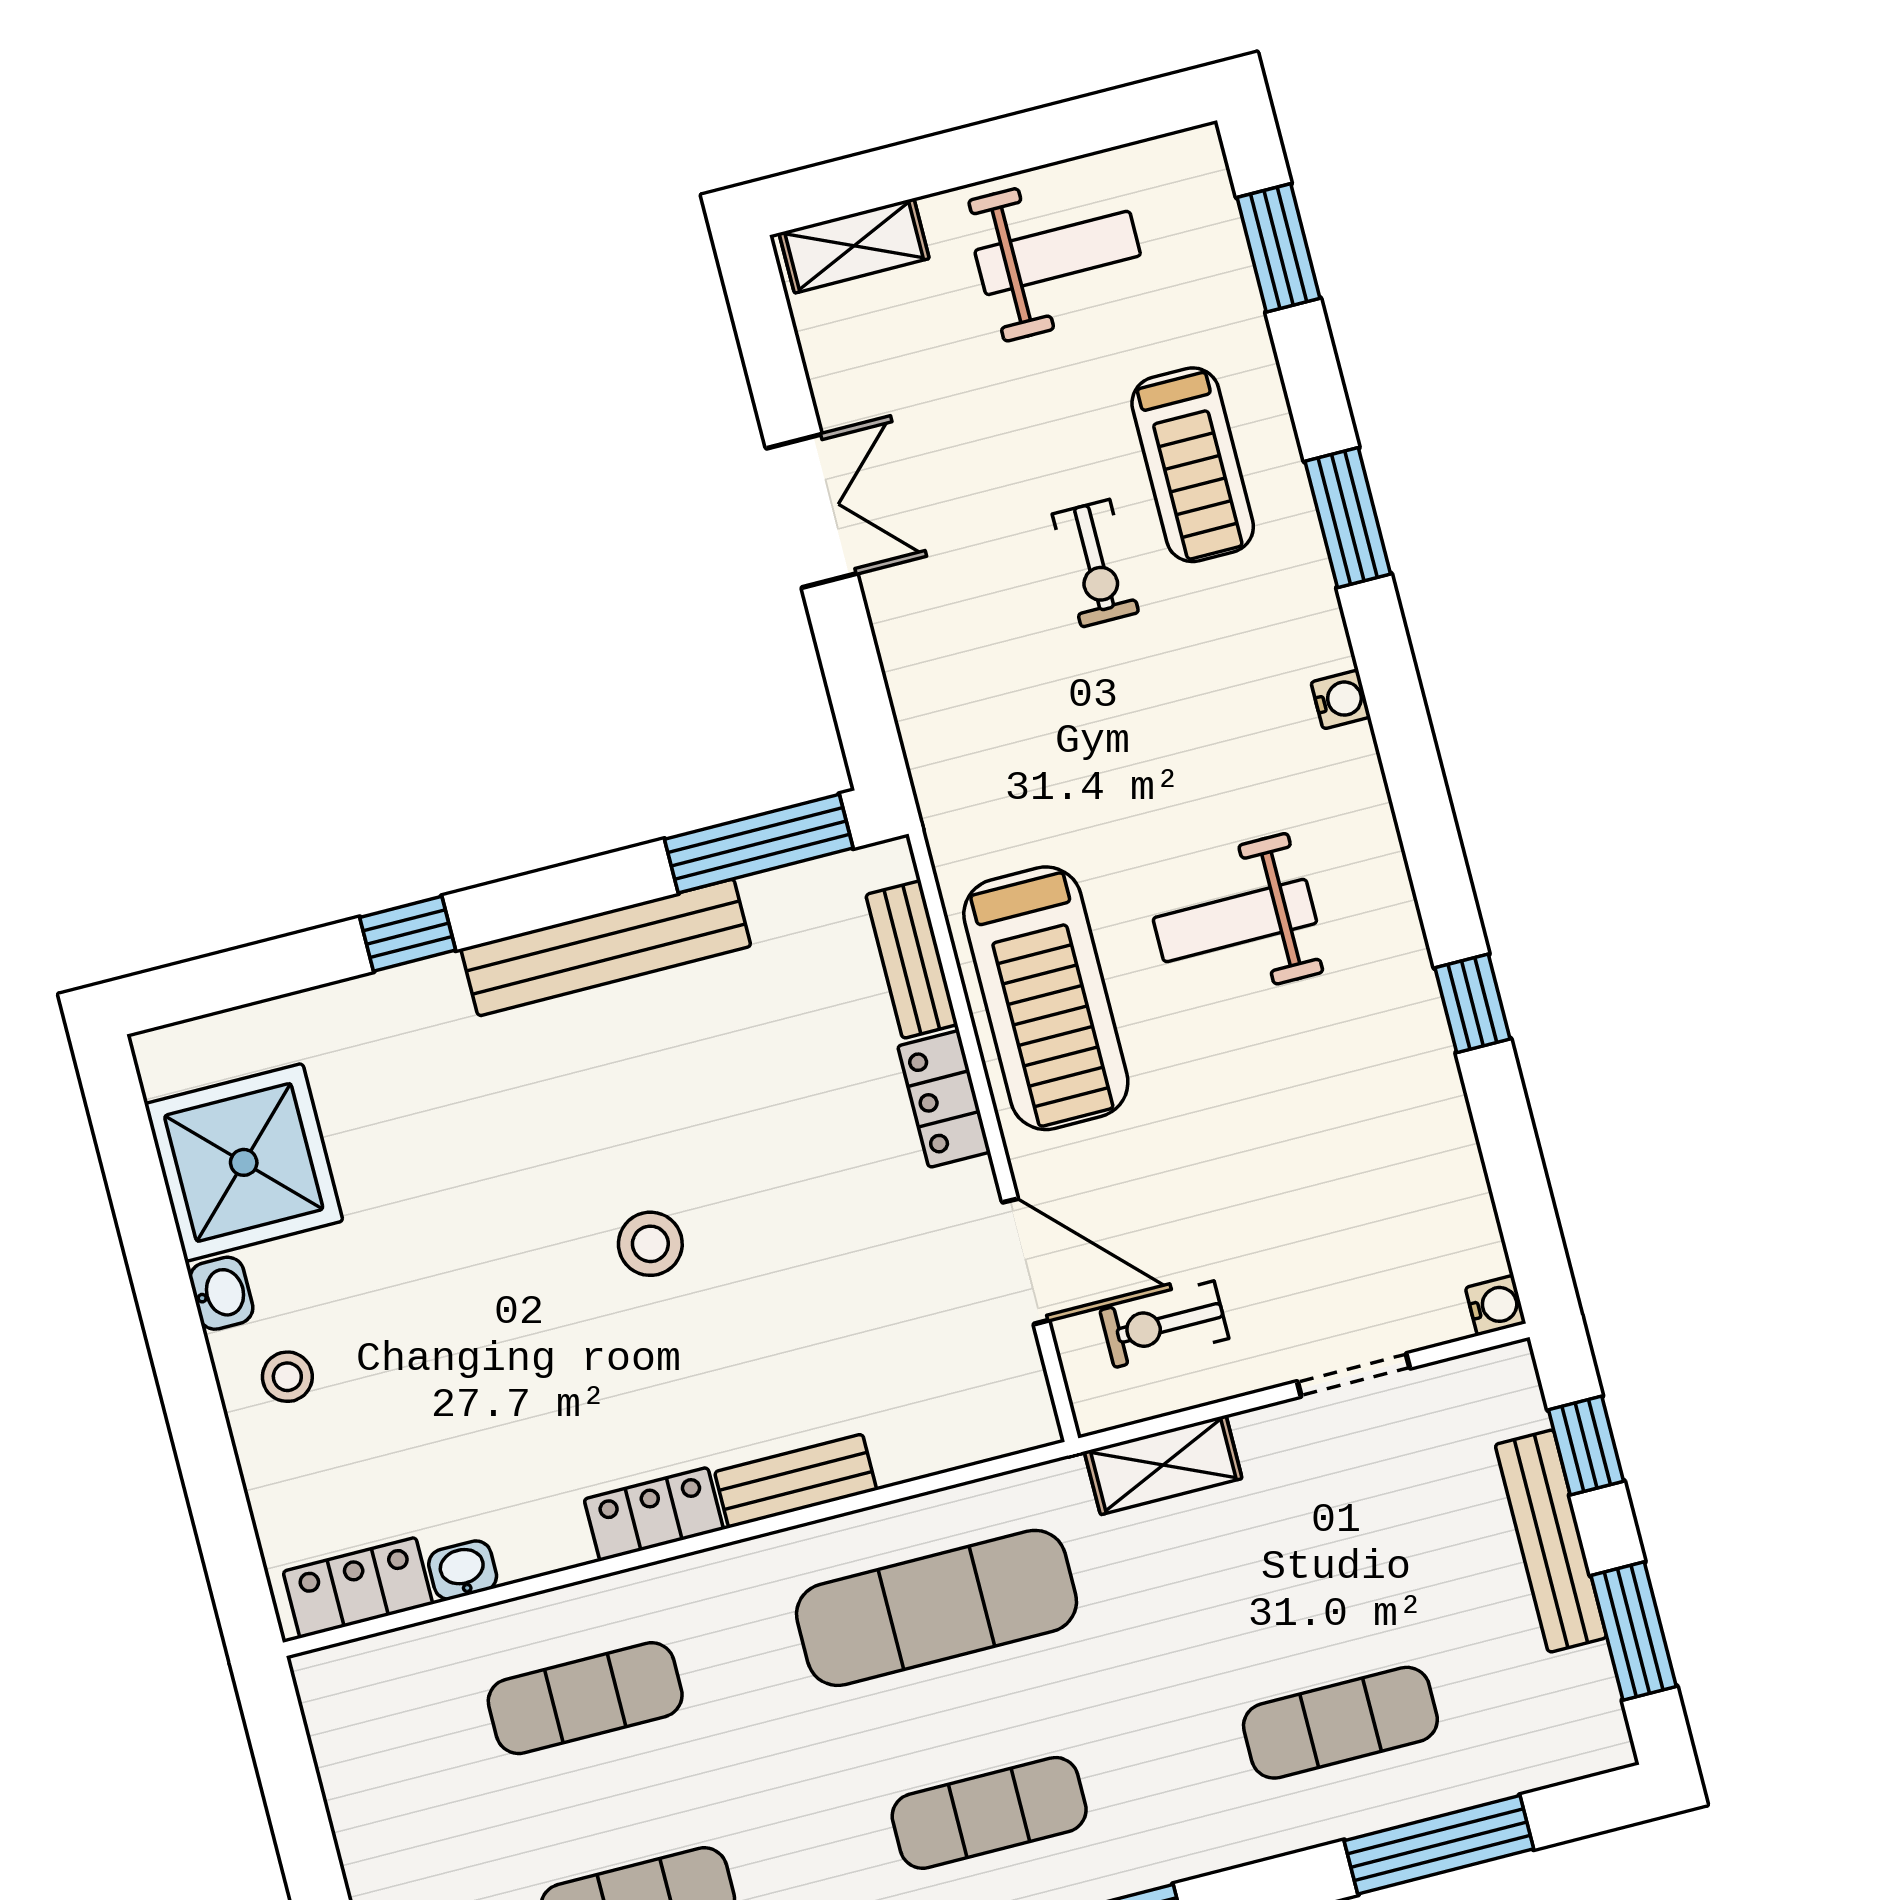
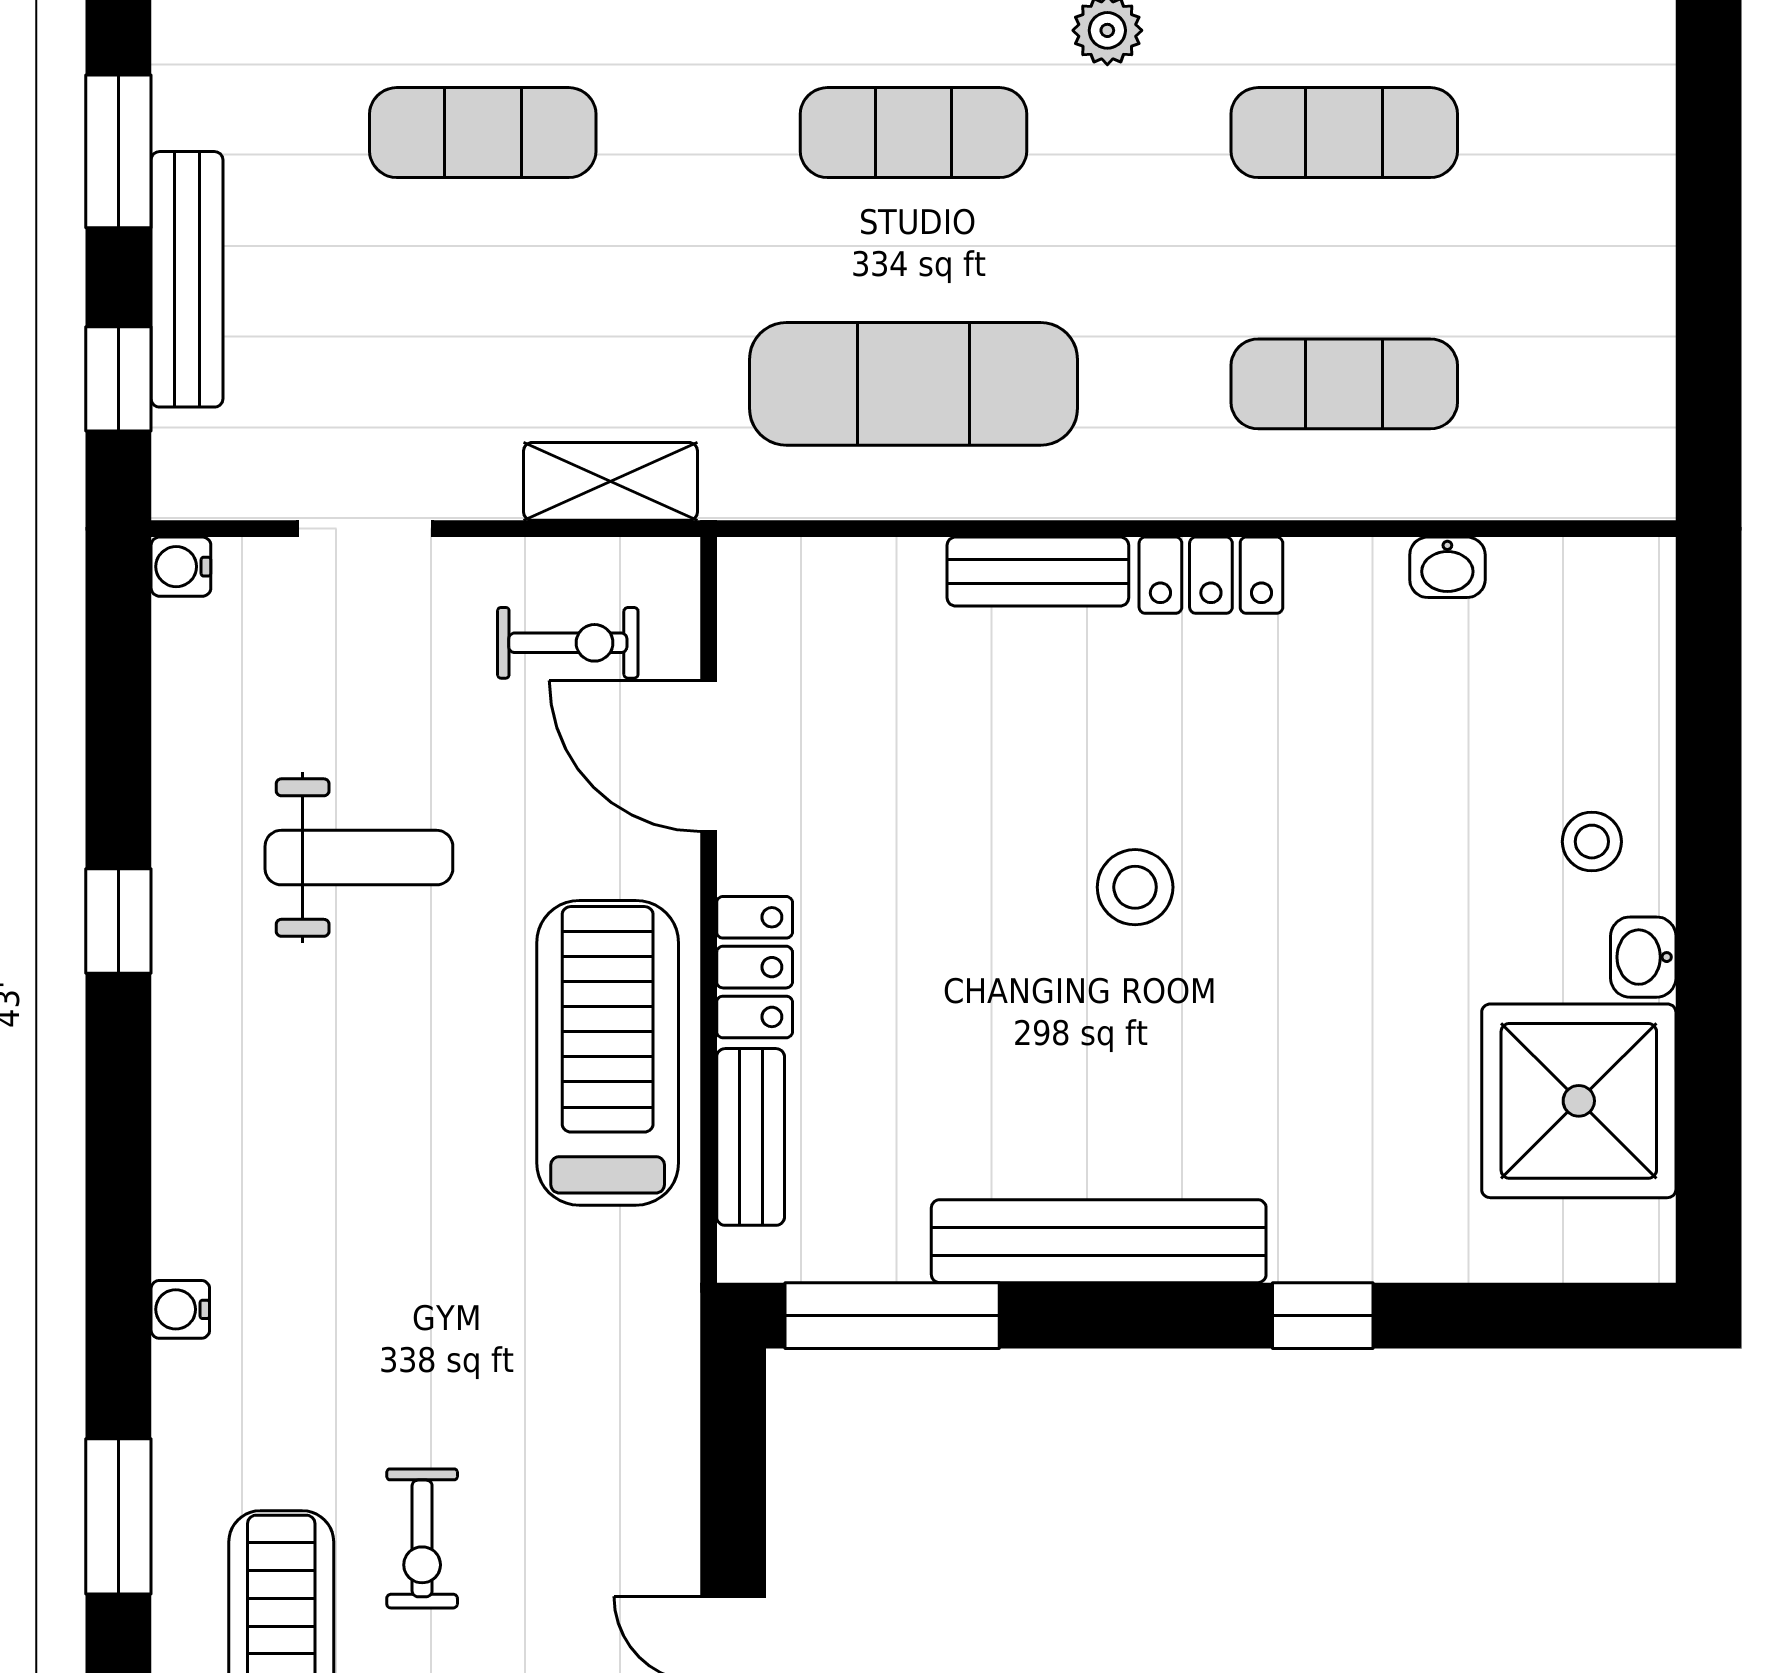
exercise bike: (1095, 563) -> (422, 1538), turned 180
weight bench: (1235, 921) -> (359, 858), moved
locker: (358, 1588) -> (1573, 578), removed

